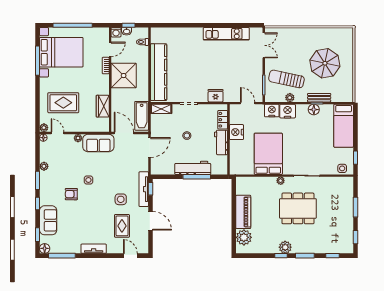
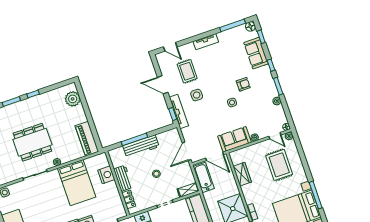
rug: (63, 103) -> (279, 165), turned 90
nightstand: (236, 132) -> (106, 175), moved
piano: (243, 212) -> (87, 139), moved
plant: (285, 247) -> (32, 103), removed

